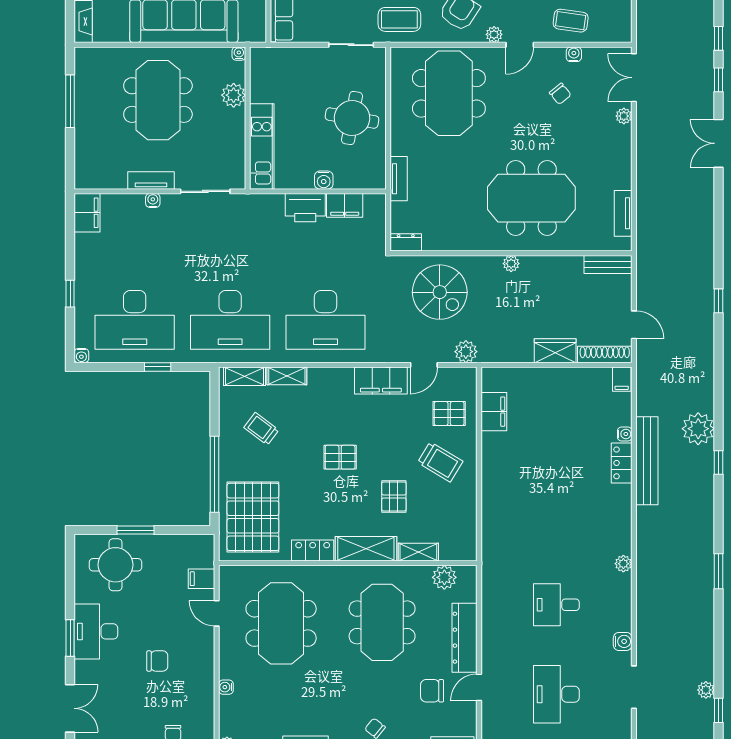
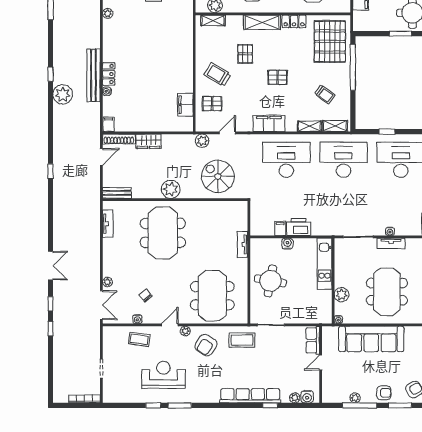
meeting table: (531, 198) -> (163, 233), turned 90
filing cabinet: (345, 205) -> (280, 228), width x0.50
dresser: (406, 242) -> (238, 206), removed
plant: (511, 264) -> (171, 189), width x1.88, depth x1.88
door: (634, 325) -> (101, 157), swing flipped
filing cabinet: (381, 381) -> (269, 123), moved
shelving: (418, 552) -> (213, 20), moved

